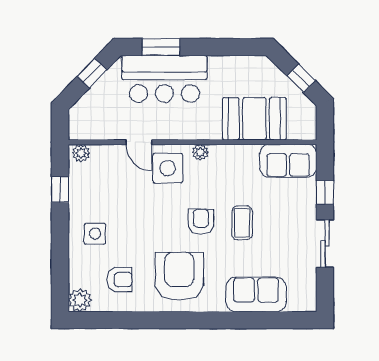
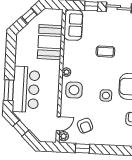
door: (139, 142) -> (58, 124), moved
armchair: (201, 222) -> (85, 126), moved, turned -114
side table: (95, 234) -> (106, 95), moved

